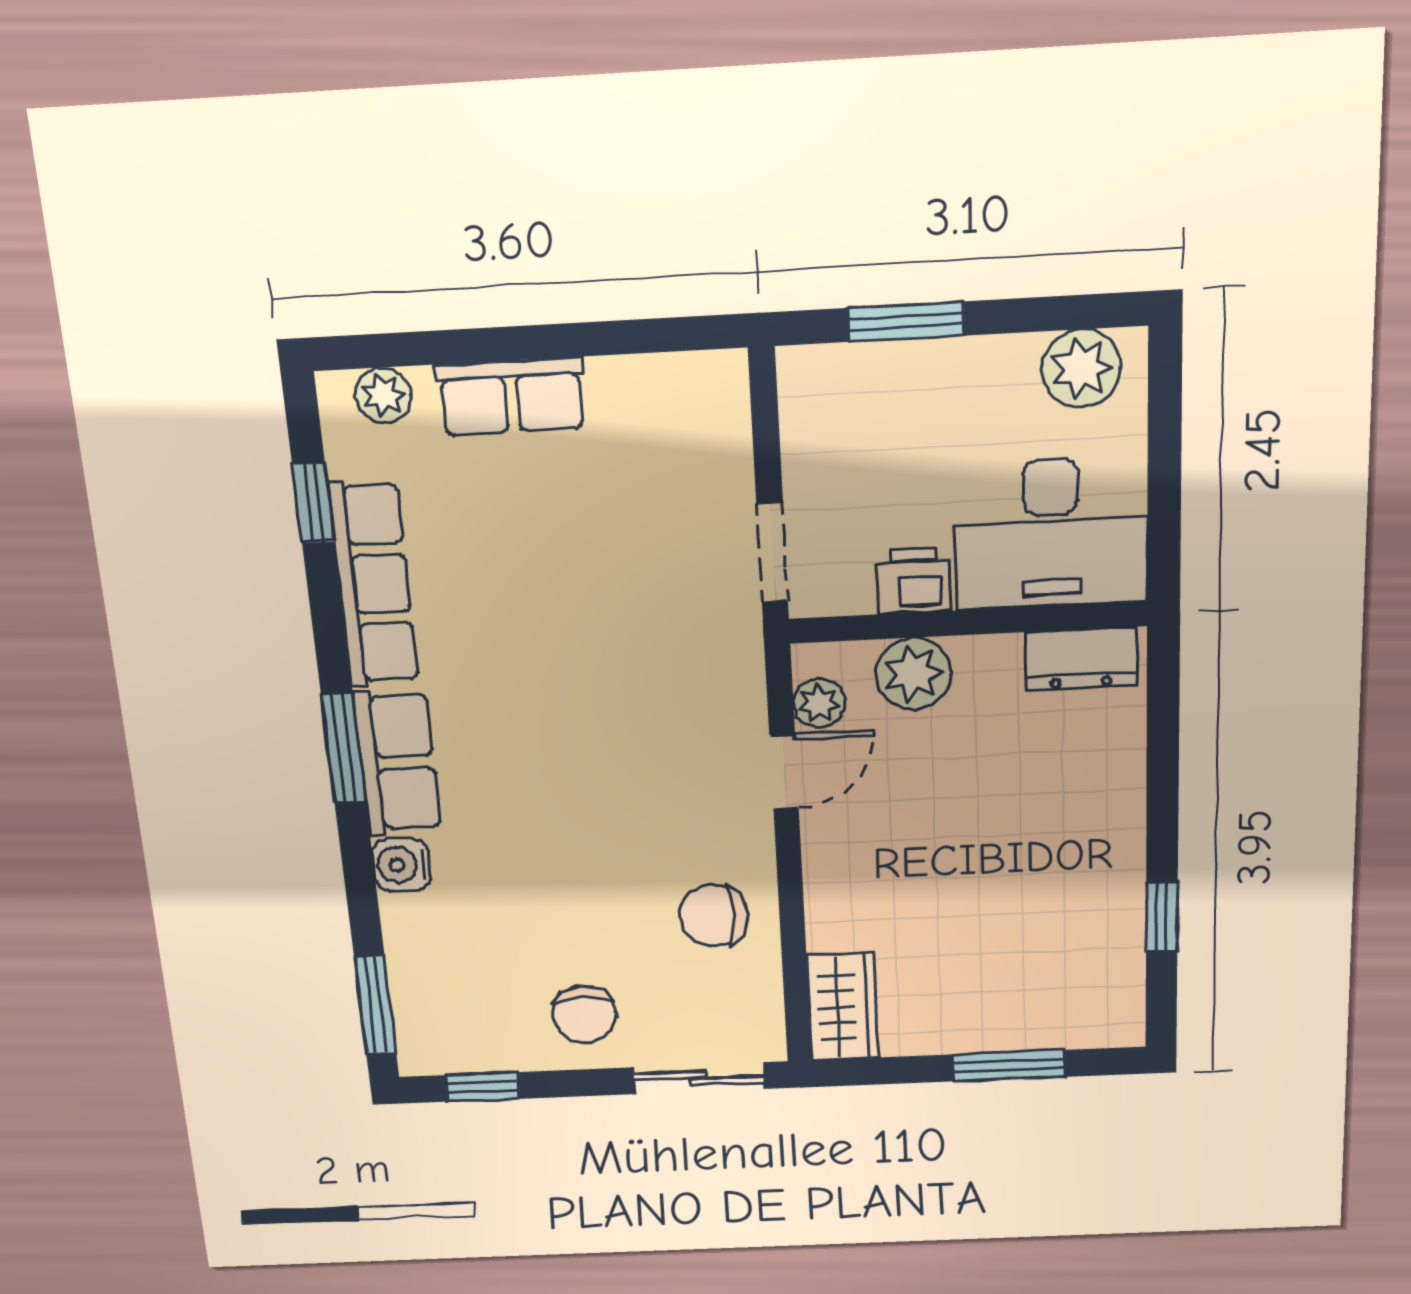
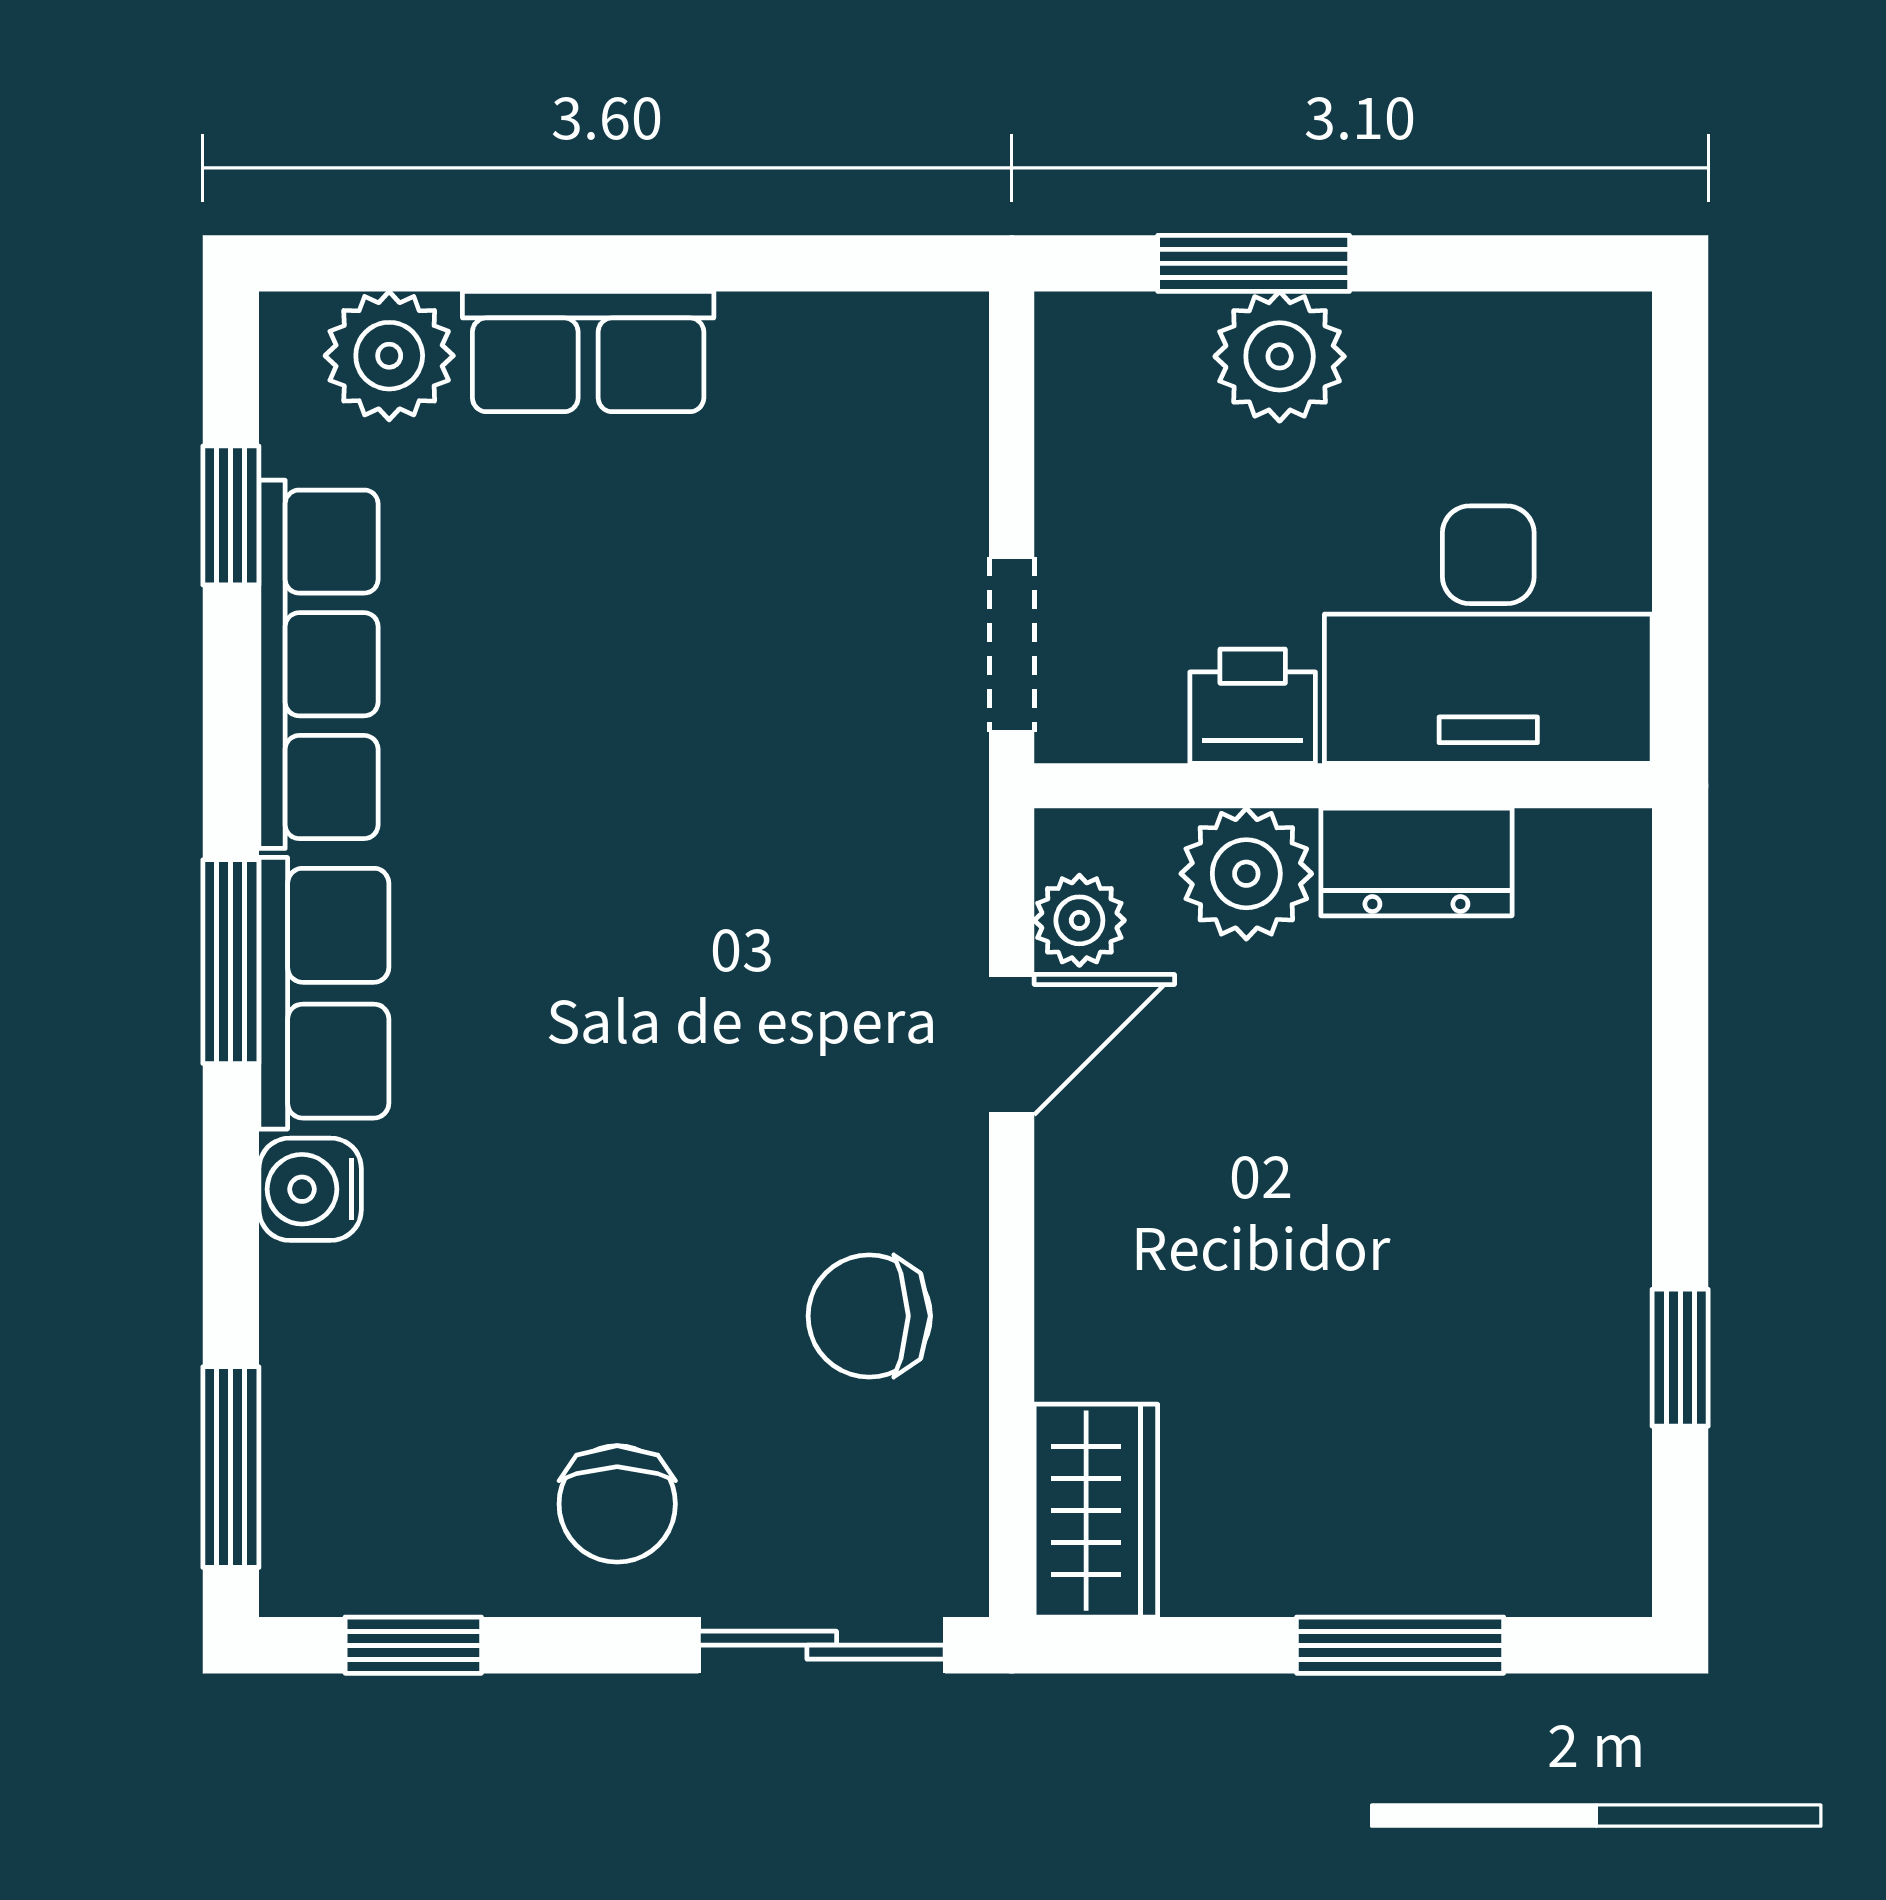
plant: (1081, 368) -> (1280, 356), moved
plant: (383, 395) -> (389, 356), width x1.38, depth x1.38
dresser: (1081, 659) -> (1416, 862), moved

